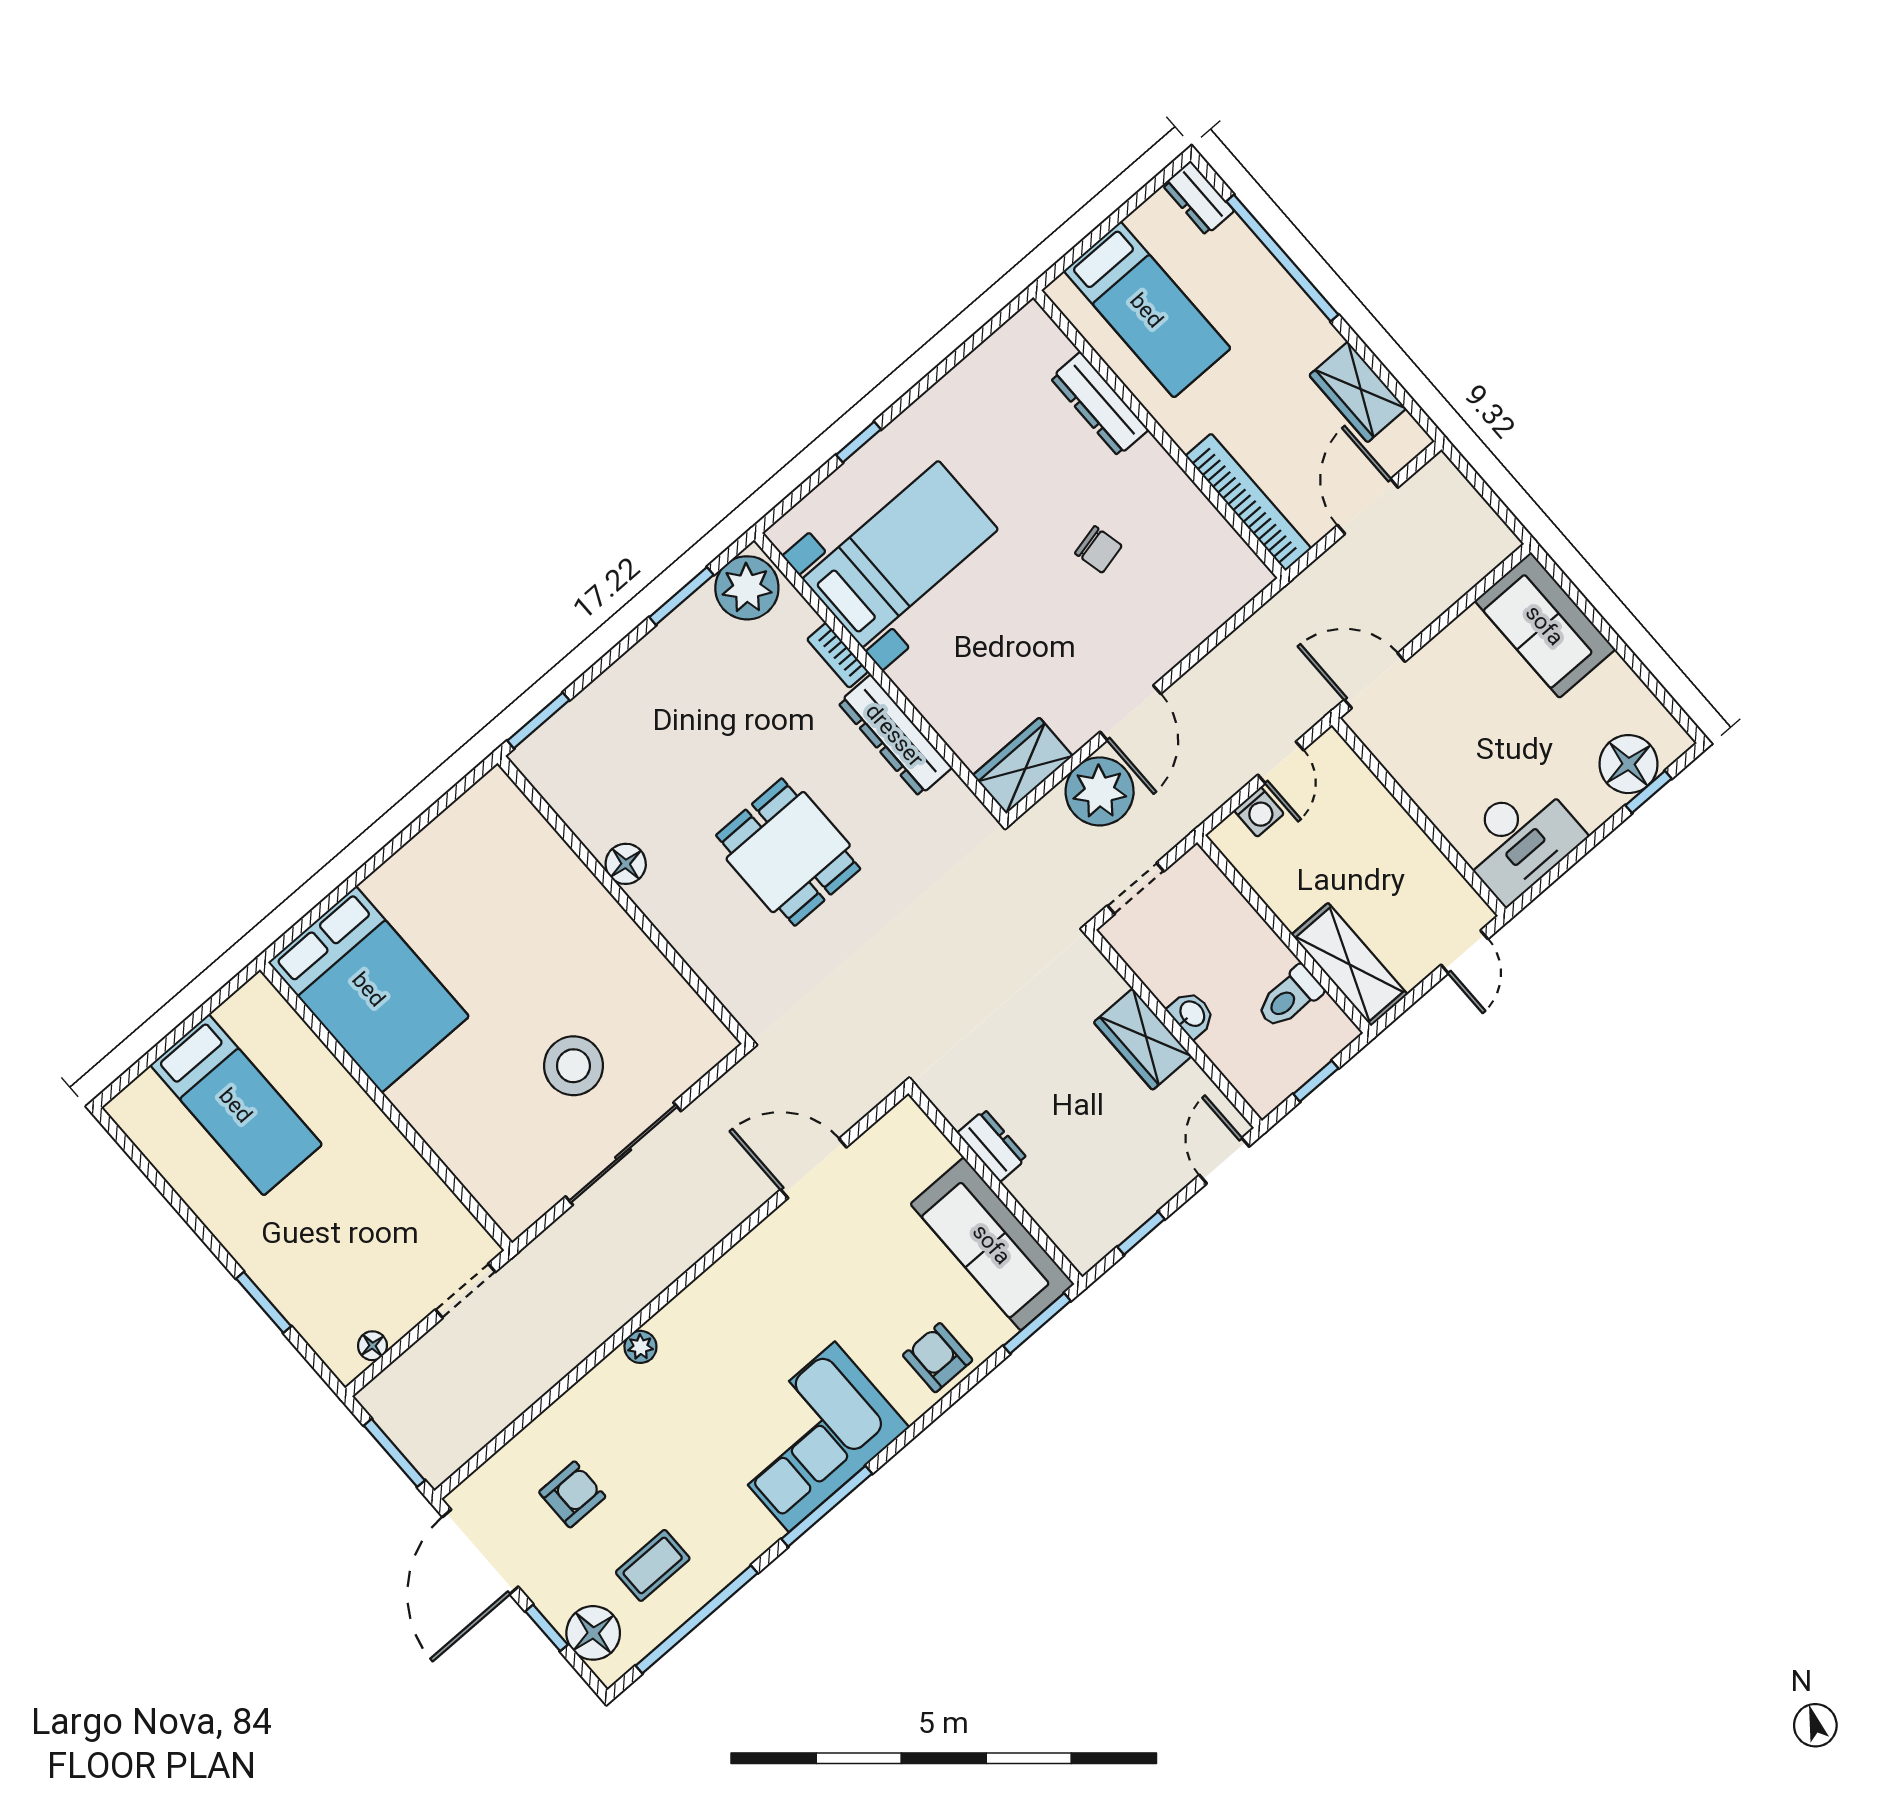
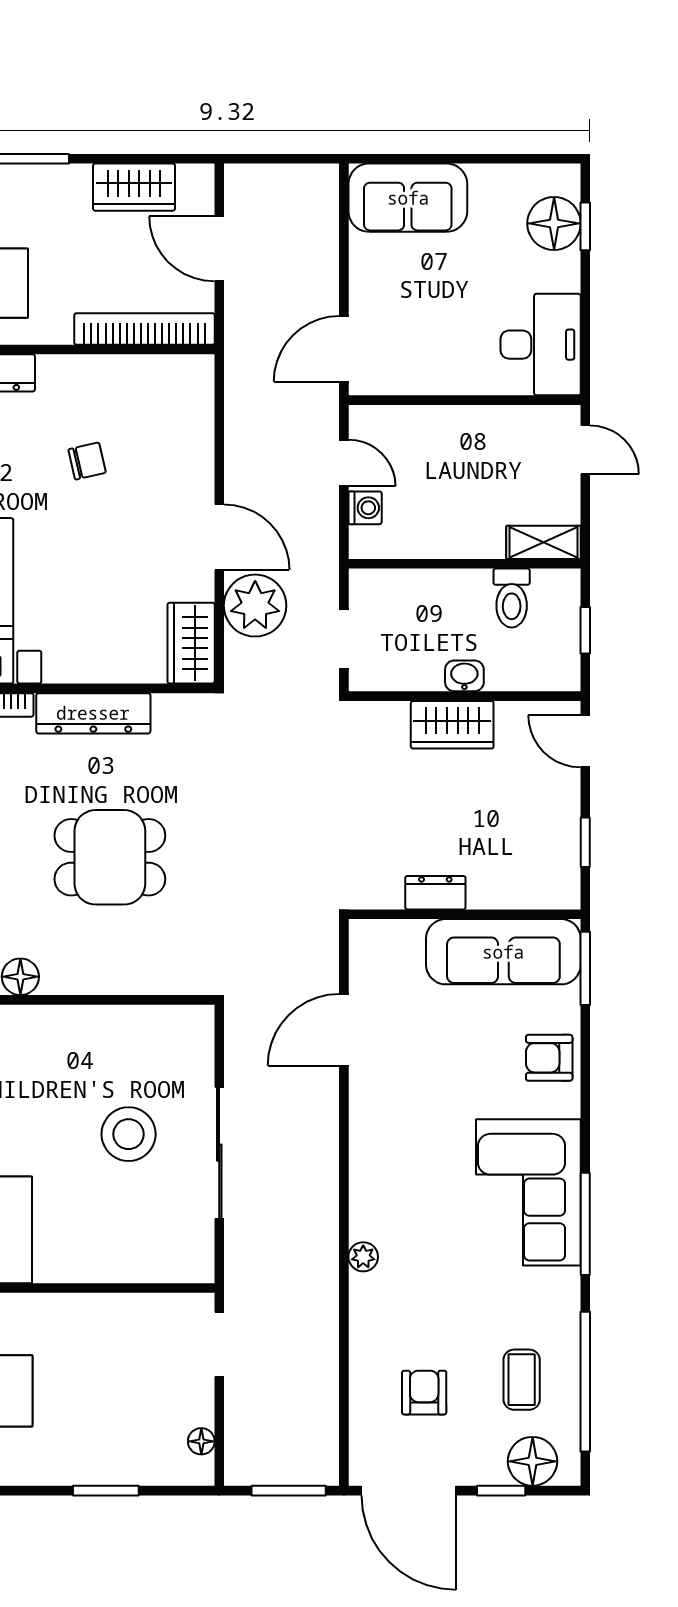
shelving: (1350, 964) -> (544, 542), width x0.67, depth x0.75

